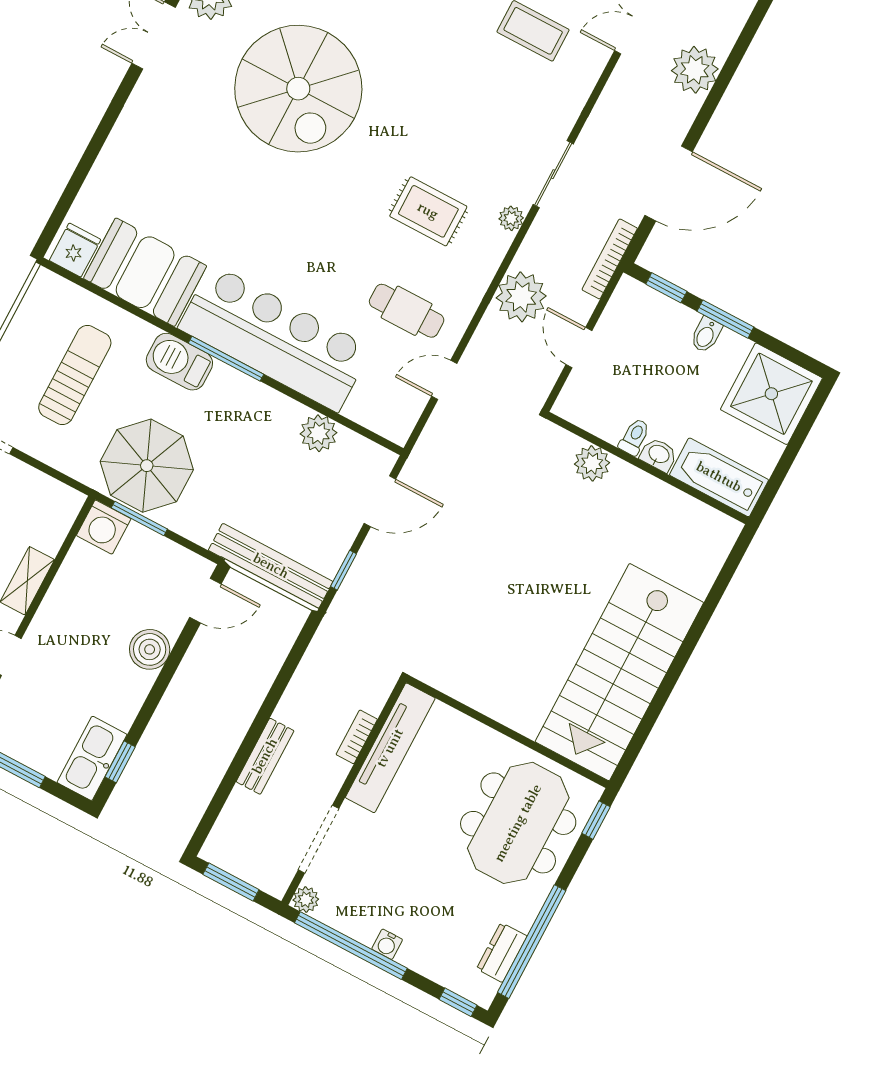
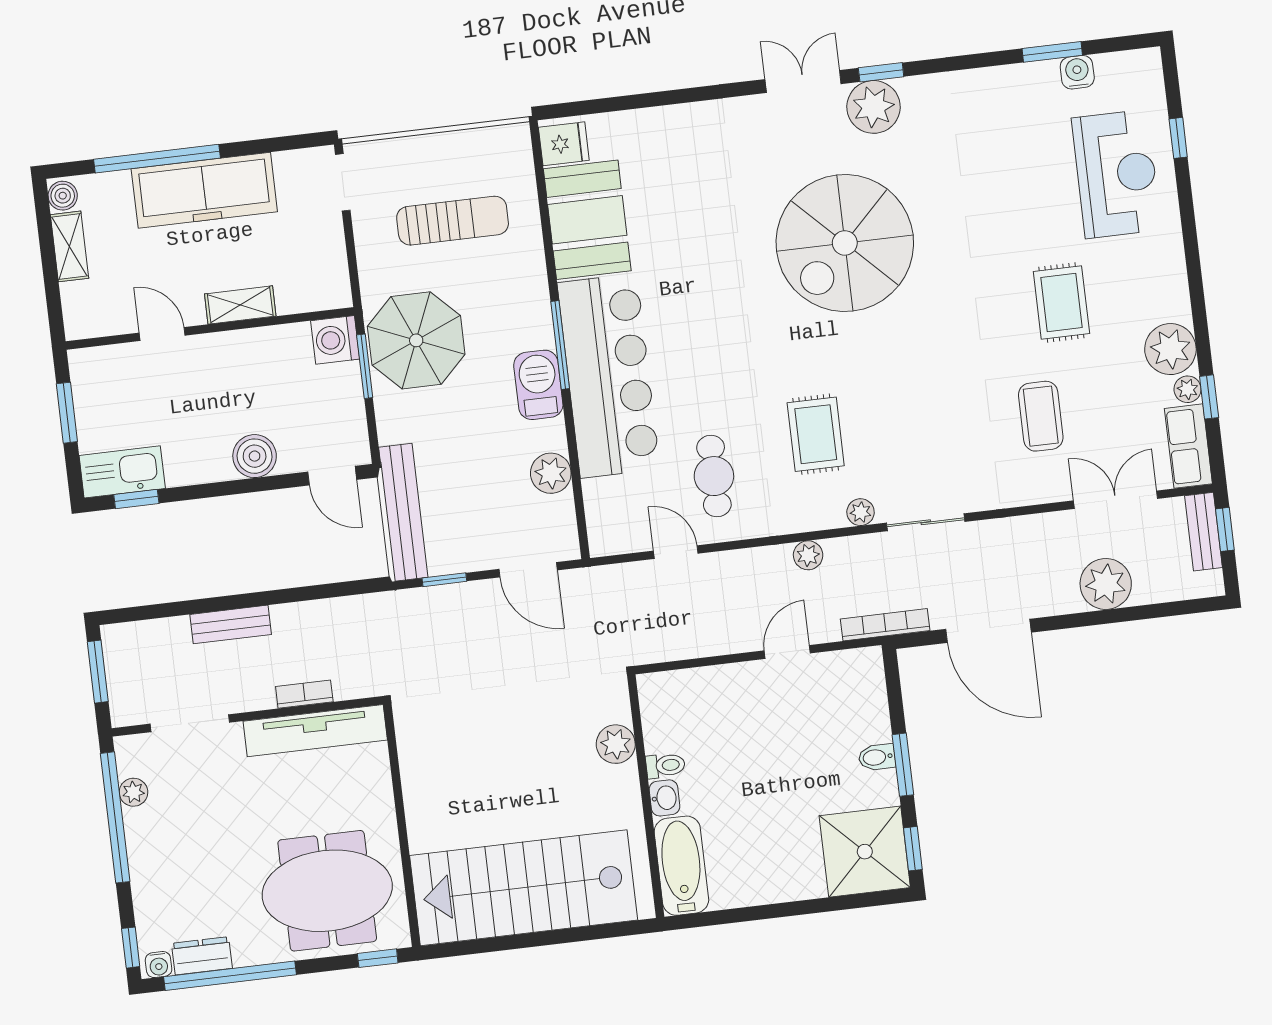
window: (666, 288) -> (913, 849), moved
plant: (521, 297) -> (808, 555), width x0.53, depth x0.53
barbecue: (179, 362) -> (538, 385), moved
toilet: (634, 437) -> (665, 765), moved
washbasin: (659, 455) -> (664, 798), moved
plant: (592, 463) -> (616, 744), moved
wall: (647, 468) -> (646, 796), moved
bathtub: (719, 477) -> (681, 866), moved
plant: (306, 900) -> (133, 792), moved
water cooler: (387, 944) -> (159, 965), moved, turned -90

